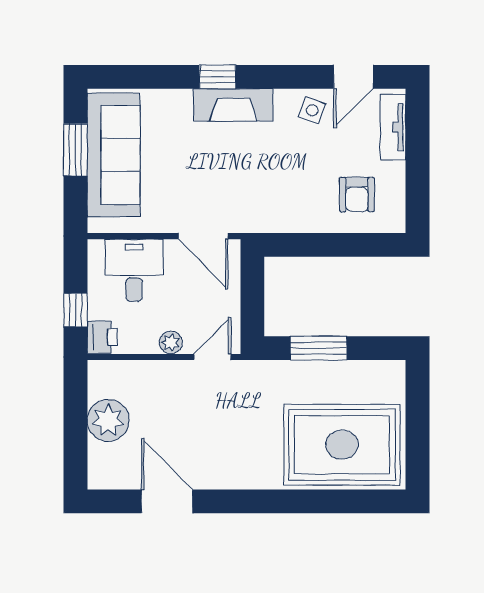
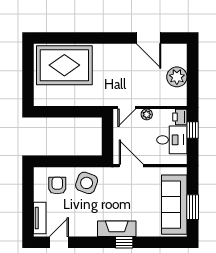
side table: (312, 110) -> (87, 183), moved, width x1.87, depth x1.87
desk: (134, 270) -> (172, 140), moved, turned -90
window: (318, 348) -> (76, 112), removed

